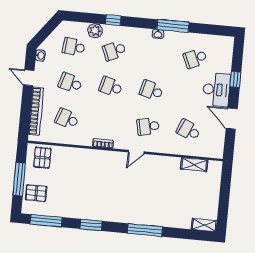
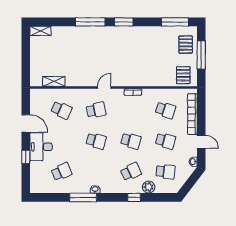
pallet: (36, 193) -> (186, 45), turned 90
window: (91, 225) -> (124, 22), moved

